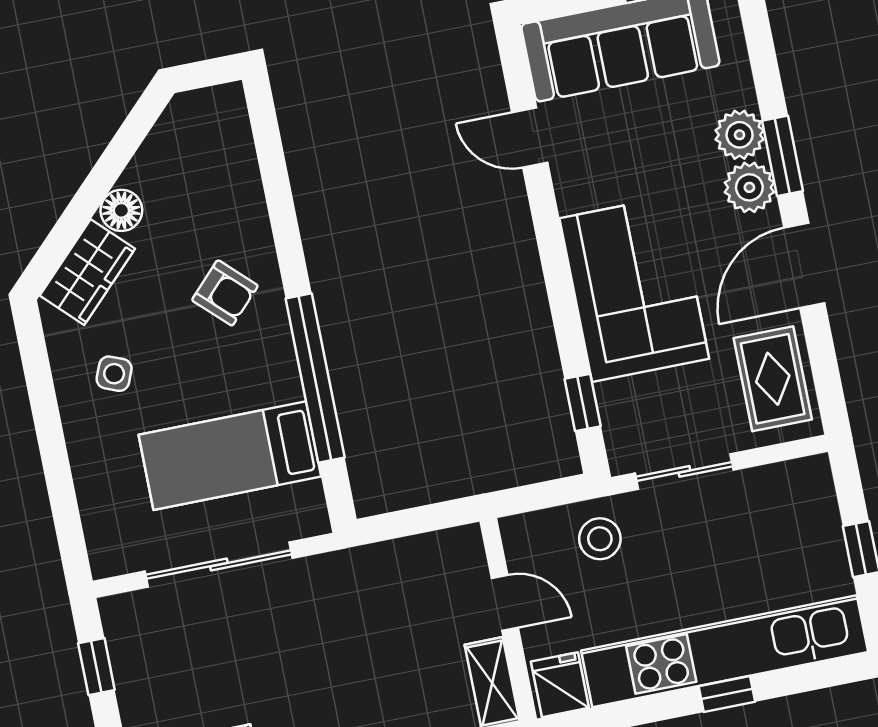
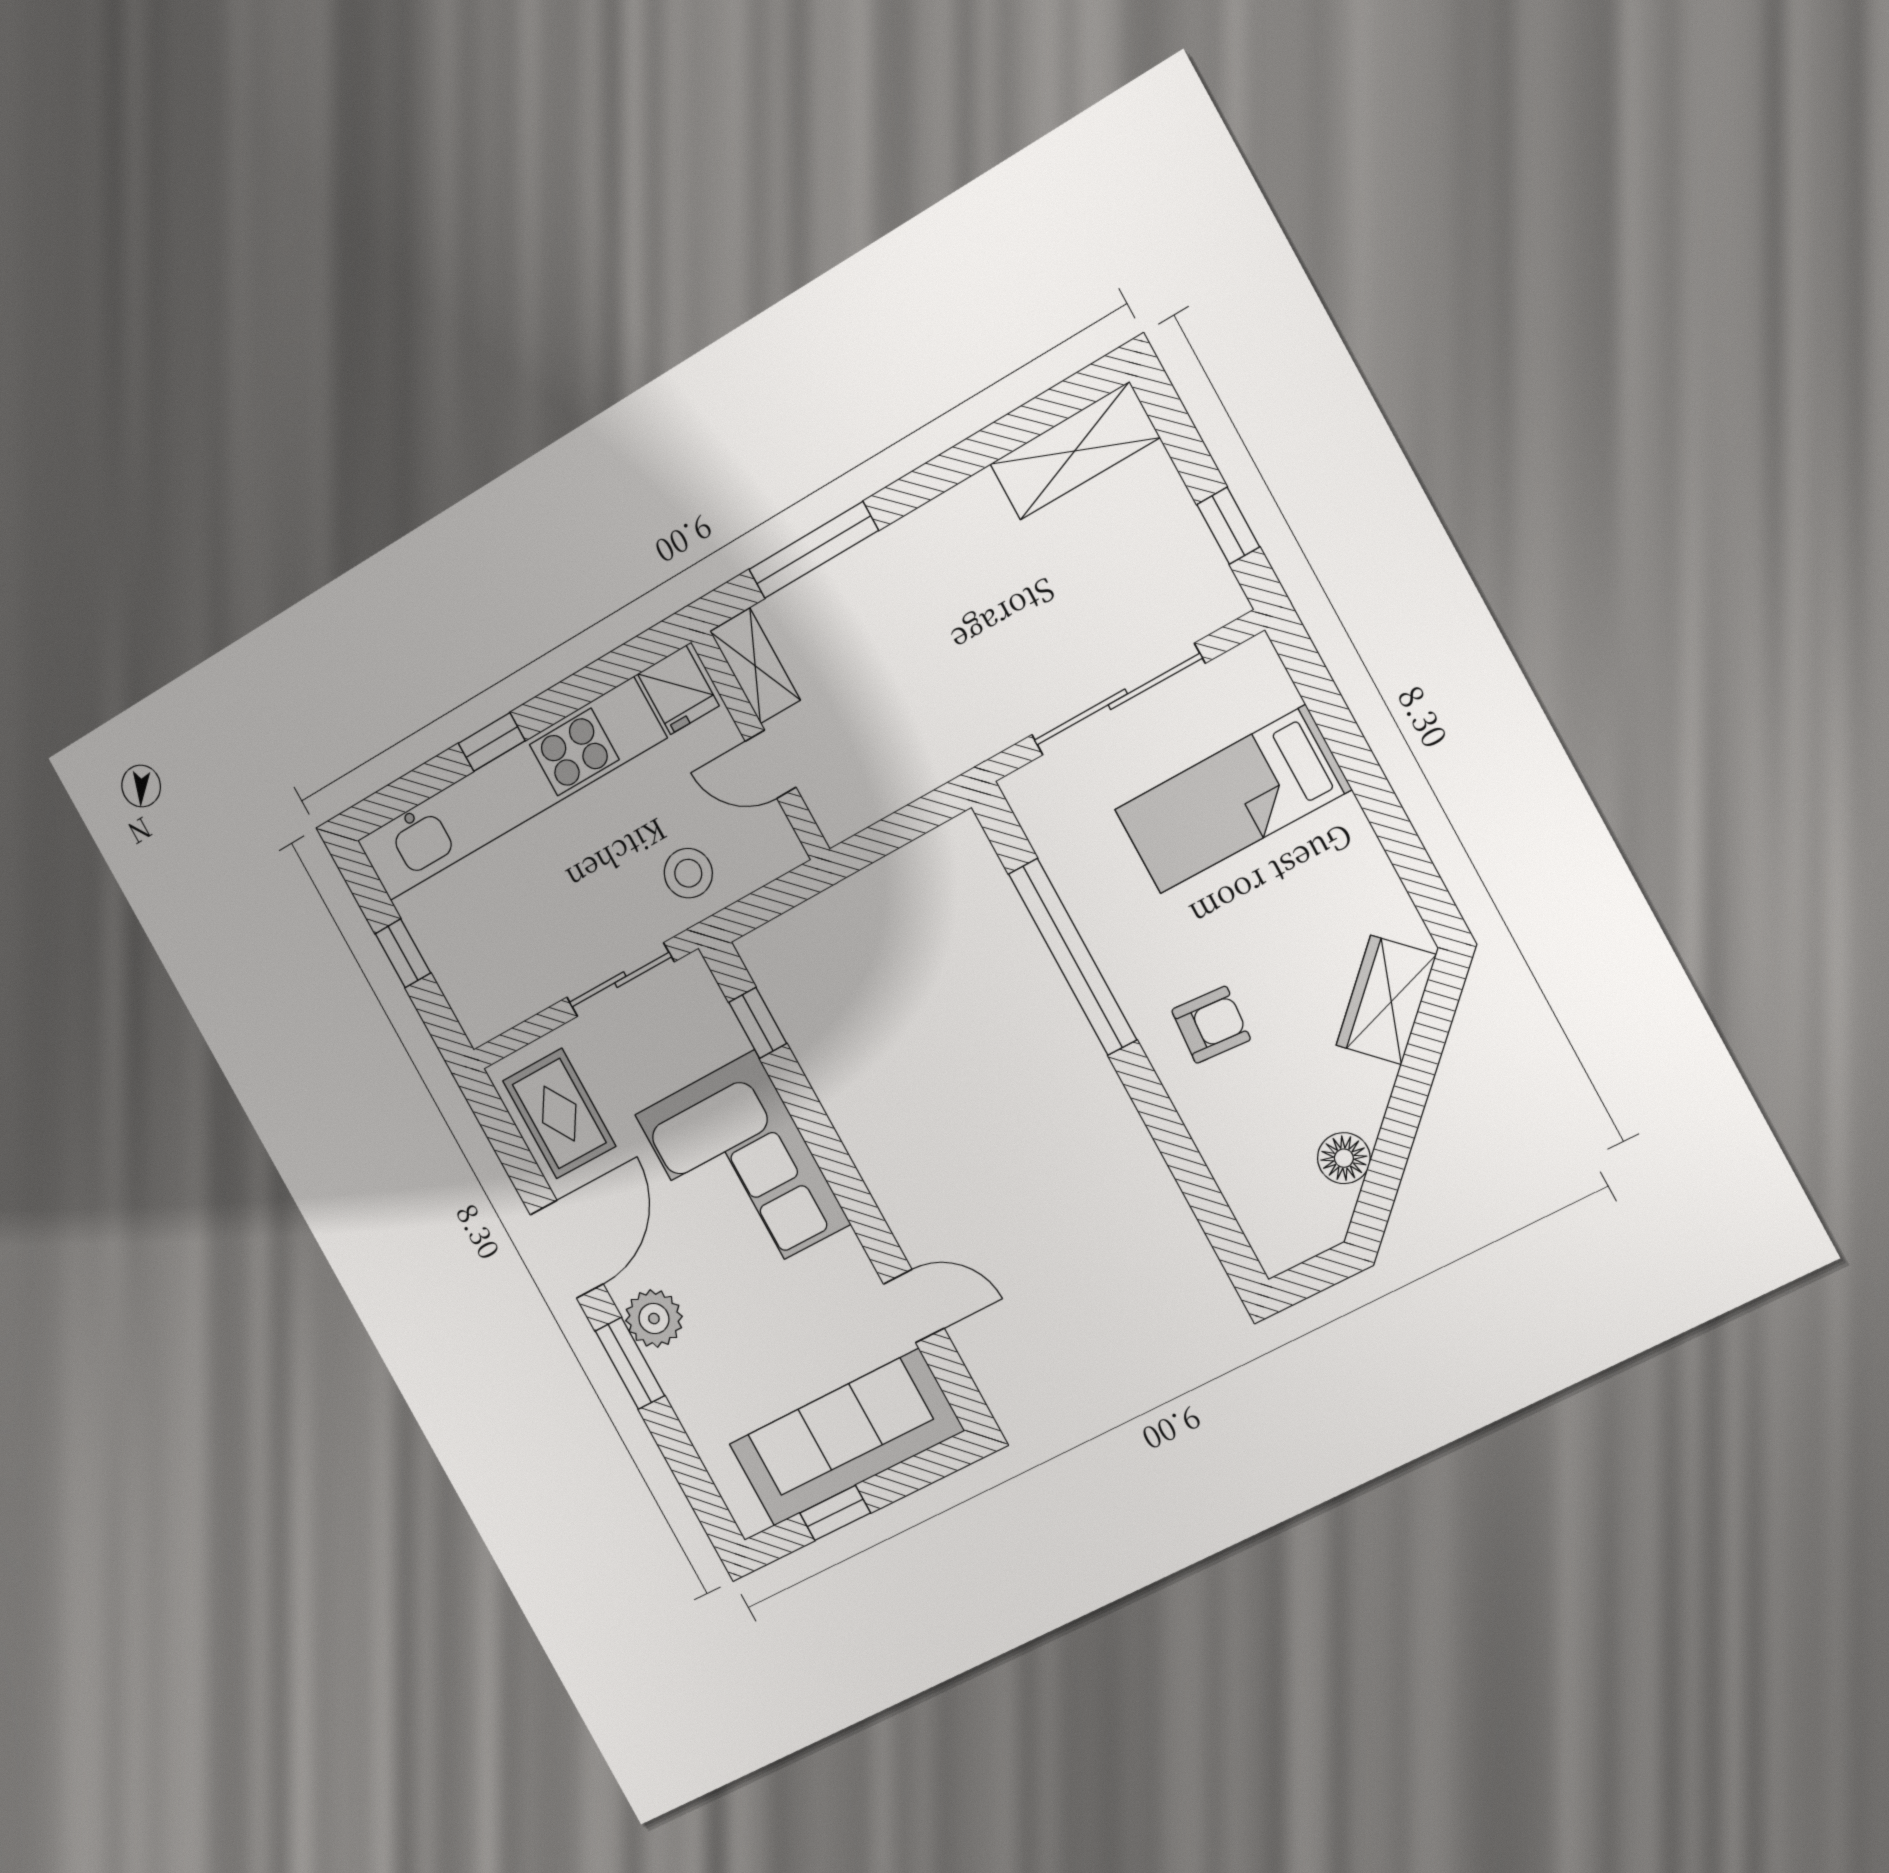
plant: (740, 135) -> (684, 1374), removed
floor lamp: (121, 210) -> (1344, 1158), moved
armchair: (225, 293) -> (1211, 1025), turned 140
side table: (114, 374) -> (1316, 888), removed
bed: (230, 456) -> (1232, 800), moved, turned 180

